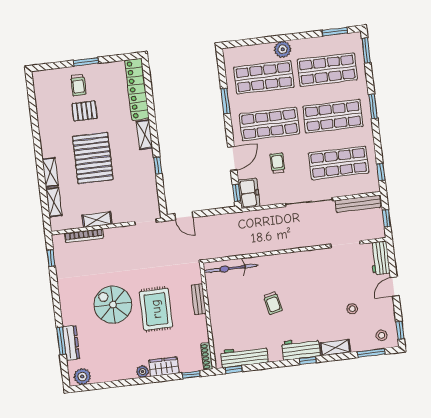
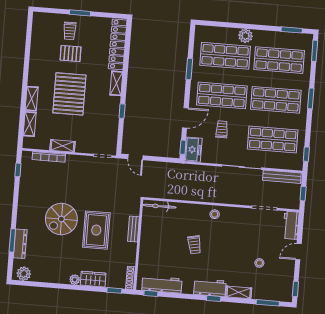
bicycle: (231, 268) -> (159, 206), width x0.73, depth x0.71
spiral stairs: (113, 305) -> (61, 219), turned -90
stool: (382, 335) -> (215, 214), moved

